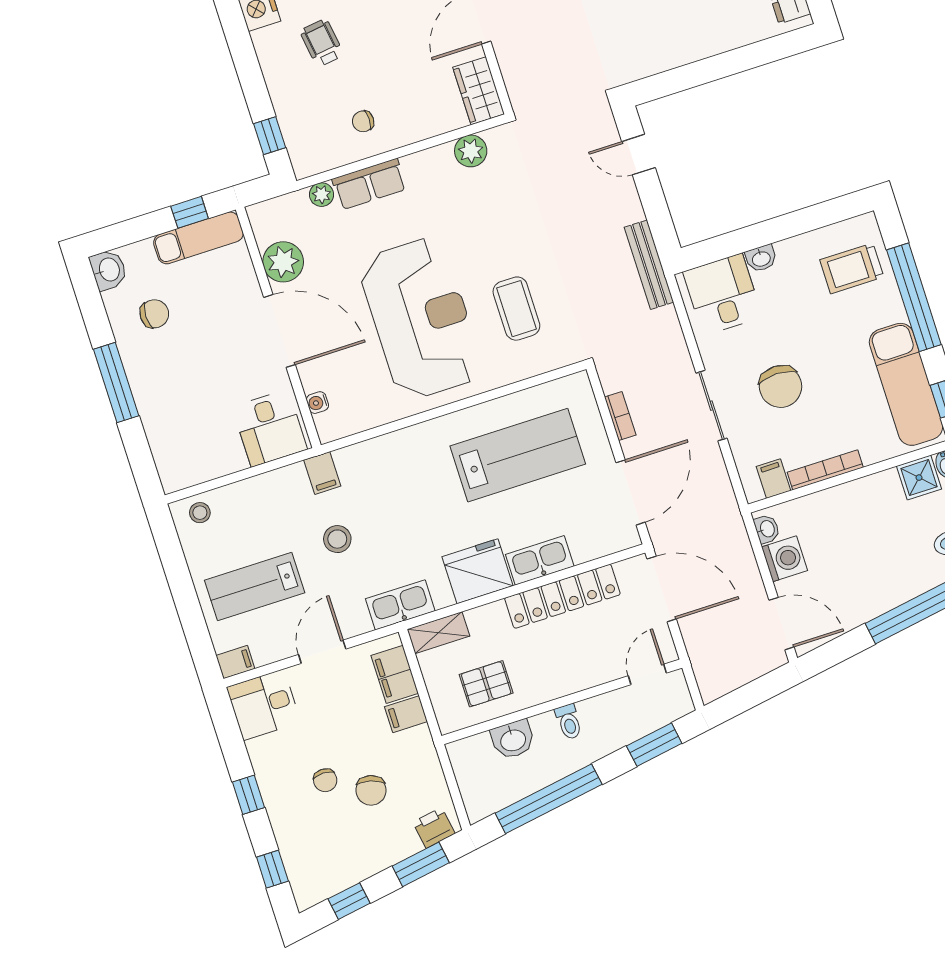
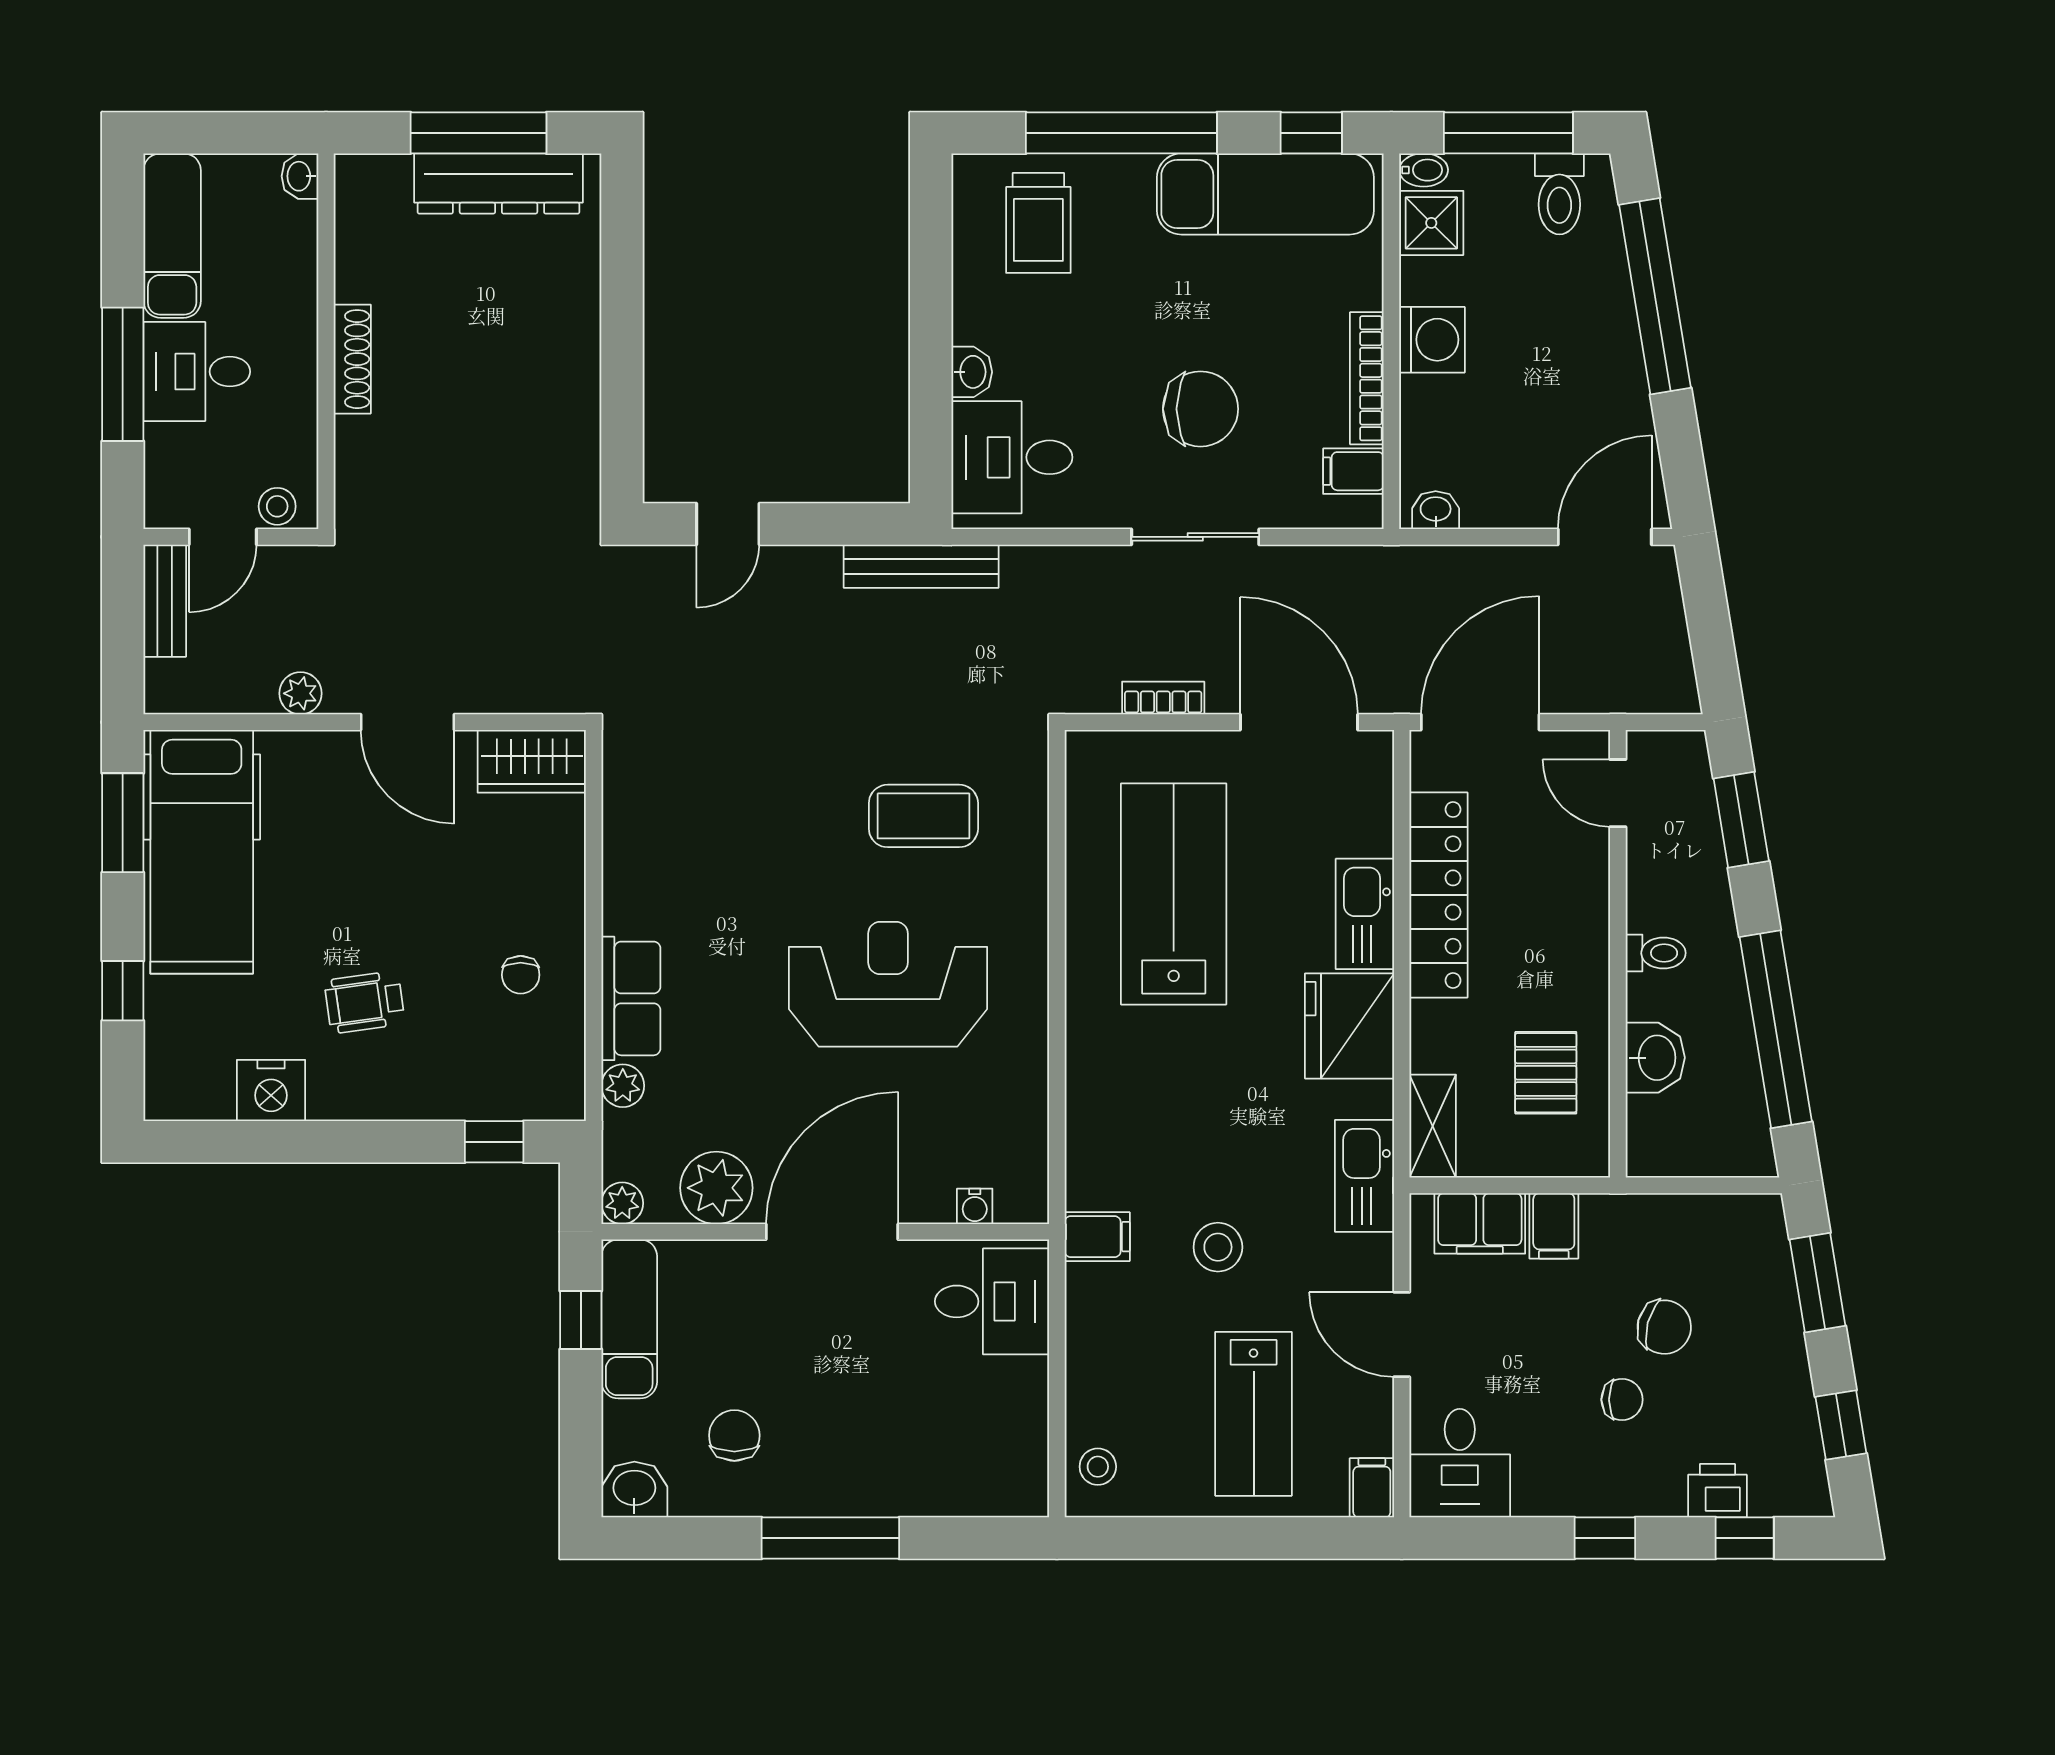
plant: (471, 151) -> (622, 1203), moved, width x0.73, depth x0.73
reception desk: (421, 318) -> (888, 984), width x0.74, depth x0.77
washing machine: (785, 559) -> (1432, 340), moved, turned 90
printer: (434, 828) -> (1717, 1491), moved, turned 99

